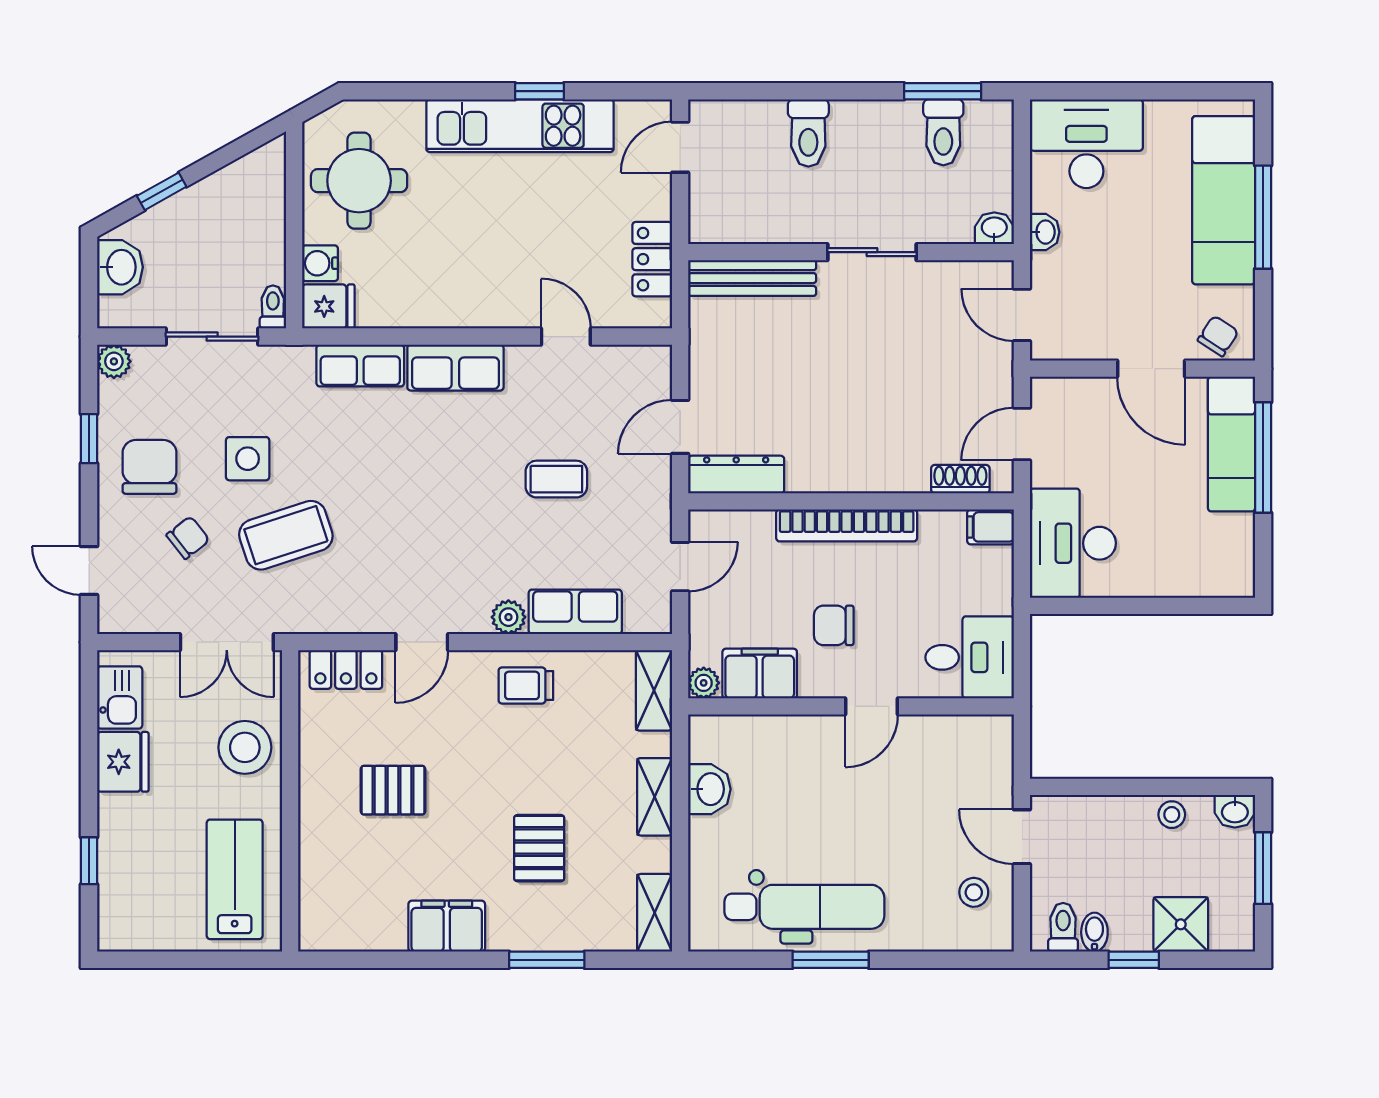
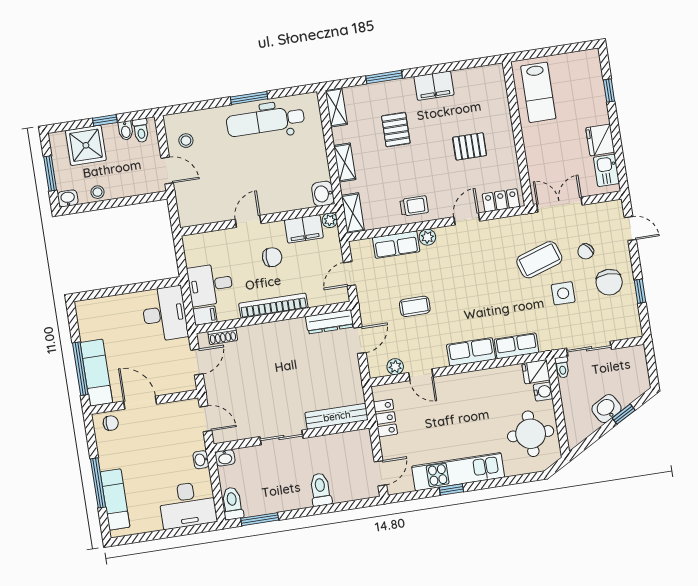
toilet: (943, 132) -> (232, 503), moved
exam couch: (1224, 200) -> (115, 499), width x0.73, depth x0.69
washbasin: (120, 267) -> (607, 409), moved, turned 61
chair: (1218, 336) -> (111, 423), turned -123
plant: (114, 361) -> (395, 367), moved
desk: (970, 657) -> (210, 285), moved
stool: (245, 747) -> (543, 156), removed
washbasin: (709, 789) -> (323, 194), moved
shower: (1181, 924) -> (86, 145), width x1.36, depth x1.36

